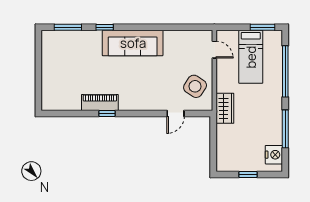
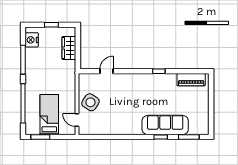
sofa: (133, 43) -> (165, 125), moved
side table: (195, 86) -> (90, 102), moved
piano: (100, 102) -> (191, 80), moved
wardrobe: (225, 108) -> (69, 48), moved

